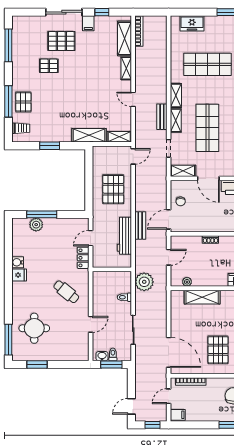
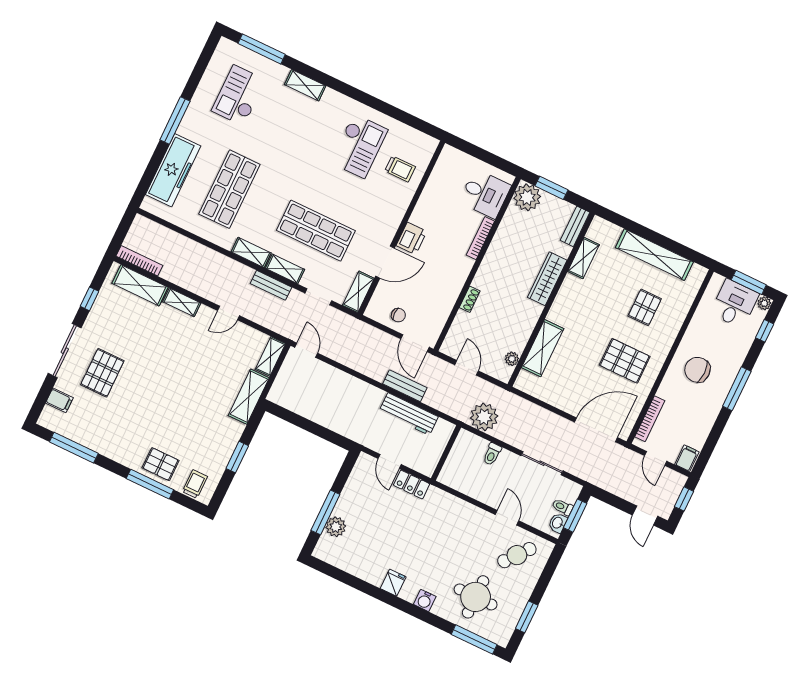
filing cabinet: (88, 23) -> (59, 400), moved
freezer: (192, 23) -> (173, 170), width x1.91, depth x1.26
pallet: (49, 66) -> (128, 406), removed
pallet: (113, 189) -> (338, 399), removed
water cooler: (18, 262) -> (425, 600), moved
cafe table: (66, 292) -> (517, 555), moved

